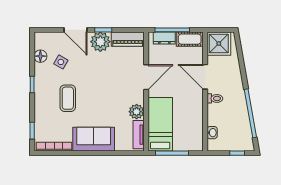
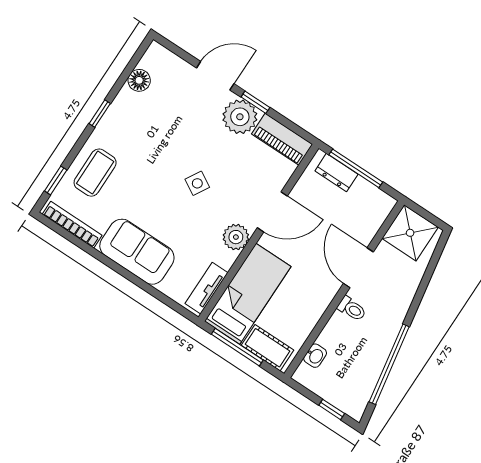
door: (76, 30) -> (215, 76), swing flipped
cot: (190, 39) -> (267, 348), moved
side table: (61, 62) -> (197, 183), moved
coffee table: (68, 98) -> (95, 173), moved
plant: (137, 112) -> (236, 237), moved

